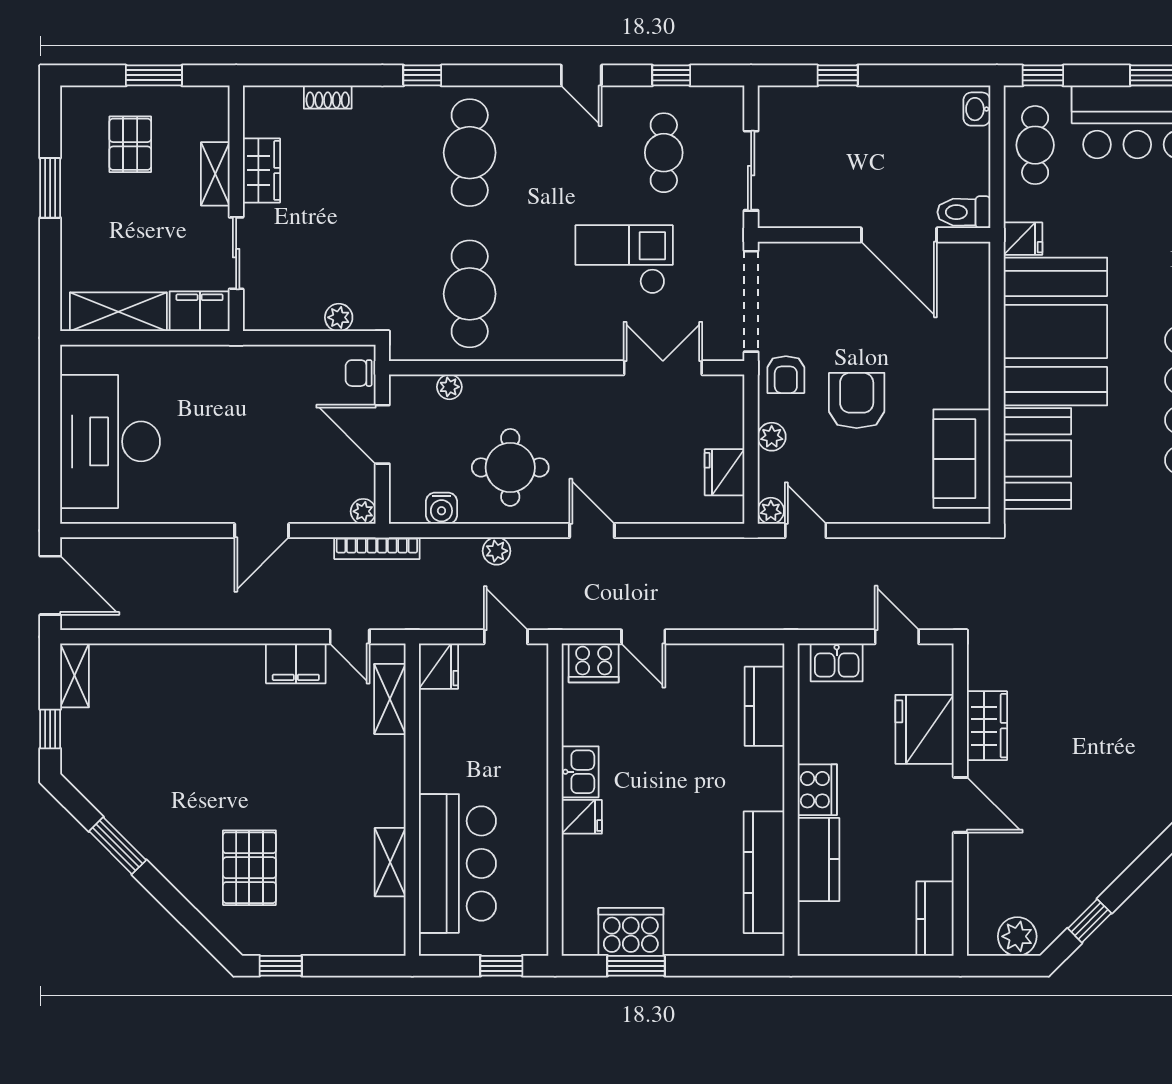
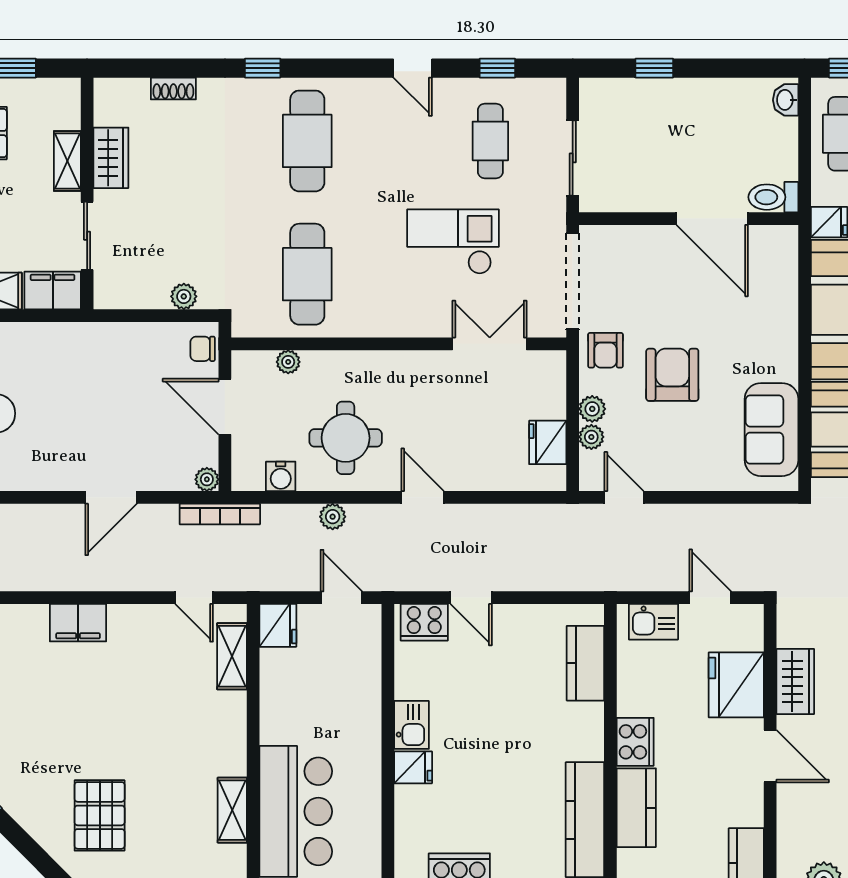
plant: (771, 511) -> (591, 437), moved
filing cabinet: (296, 663) -> (78, 623), moved

